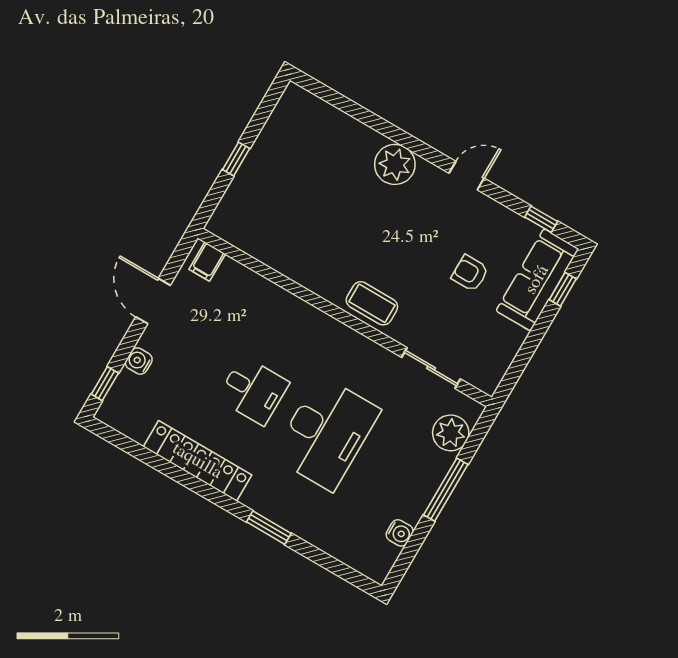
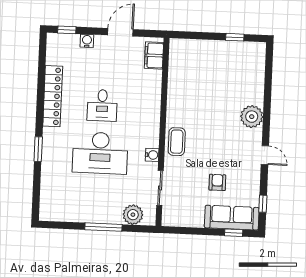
window: (236, 159) -> (235, 37), moved
filing cabinet: (207, 262) -> (154, 55), width x2.00
water cooler: (400, 533) -> (152, 155), moved, turned -90

